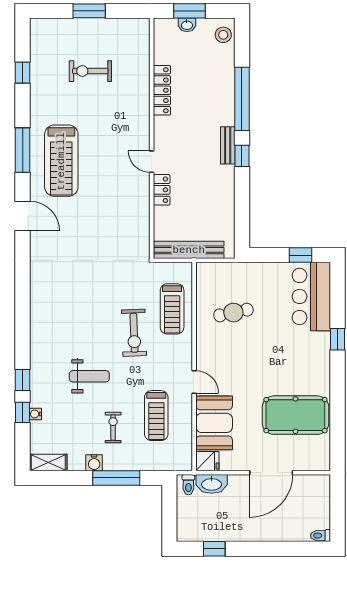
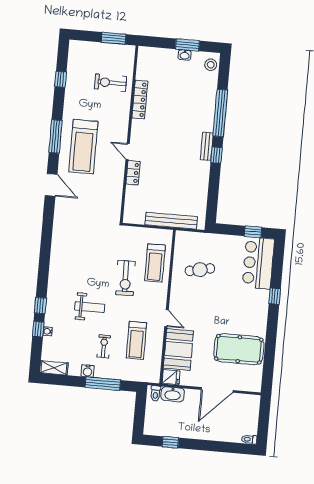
locker: (162, 90) -> (140, 100), moved
wall: (152, 138) -> (129, 134), moved
door: (152, 162) -> (128, 151), moved
locker: (162, 190) -> (133, 173), moved

